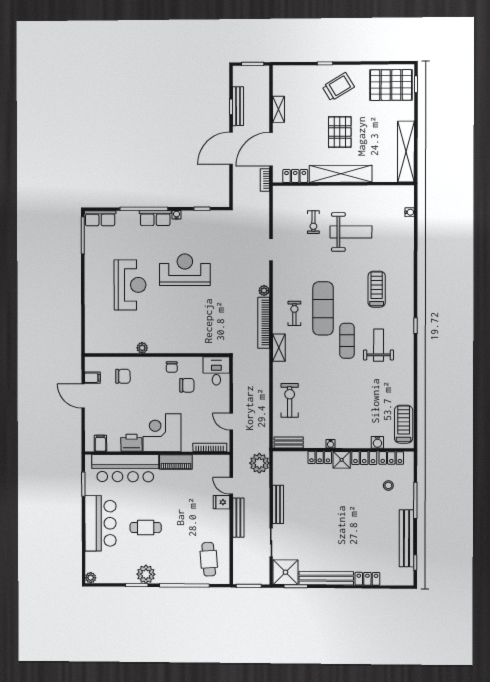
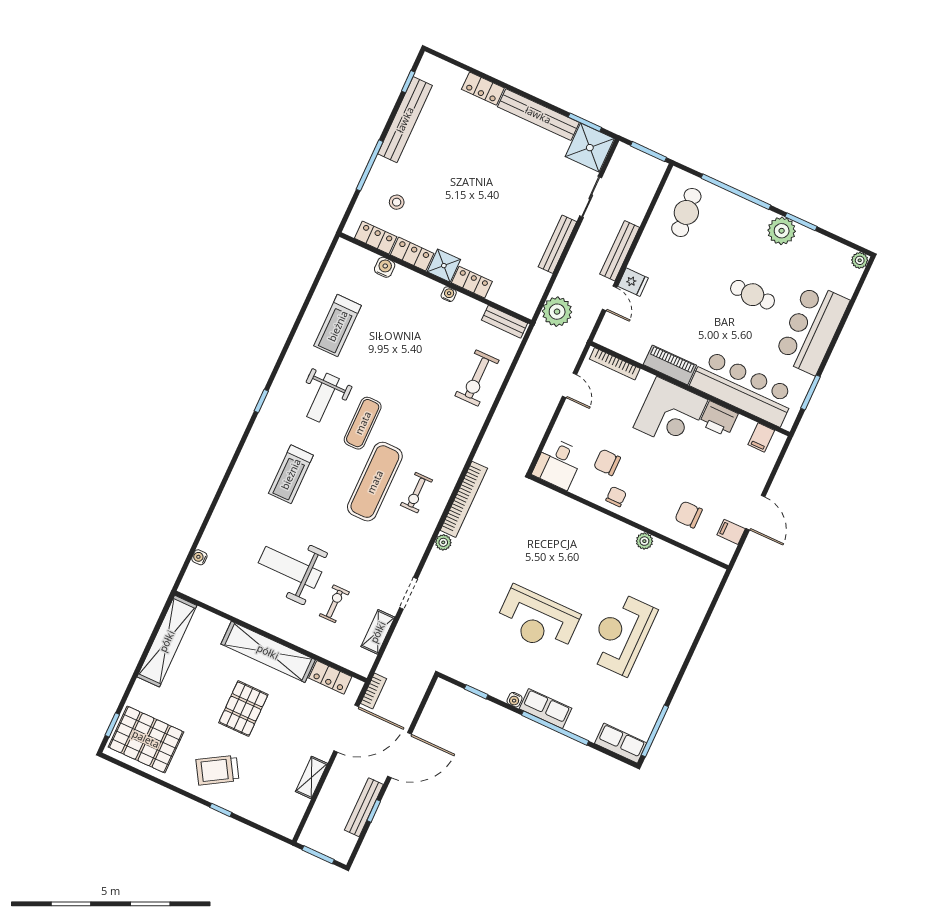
shelving: (279, 348) -> (378, 632), moved
treadmill: (404, 424) -> (338, 326), moved

